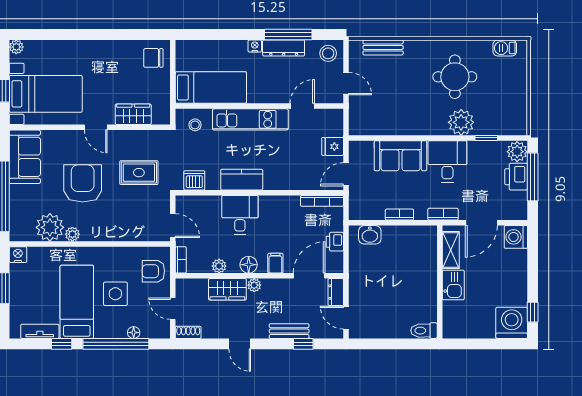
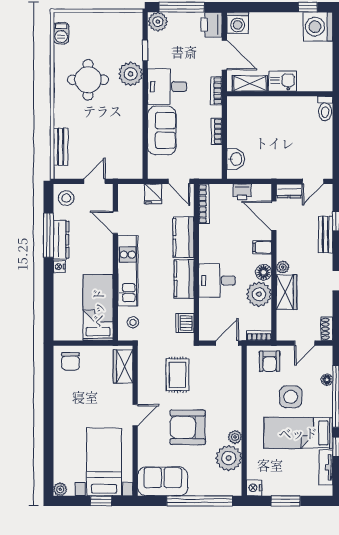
wardrobe: (133, 114) -> (123, 366), moved
printer: (516, 177) -> (211, 25), moved, turned 90
kitchen counter: (286, 179) -> (184, 237), added
plant: (219, 266) -> (259, 294), width x1.88, depth x1.88

